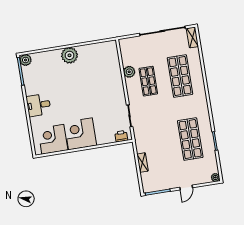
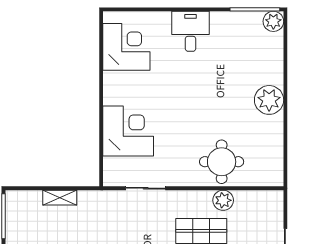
round table: (108, 76) -> (222, 162), added
corner desk: (80, 134) -> (128, 131), moved
printer: (121, 136) -> (112, 168), removed

